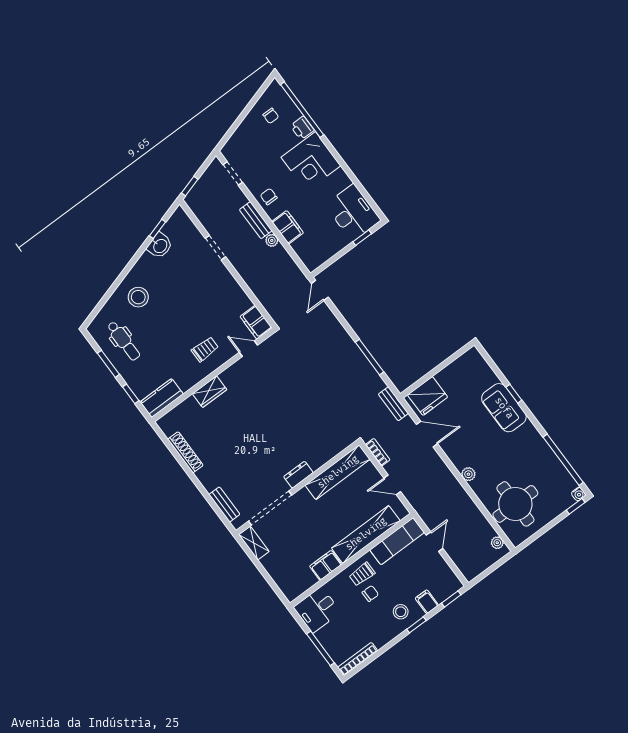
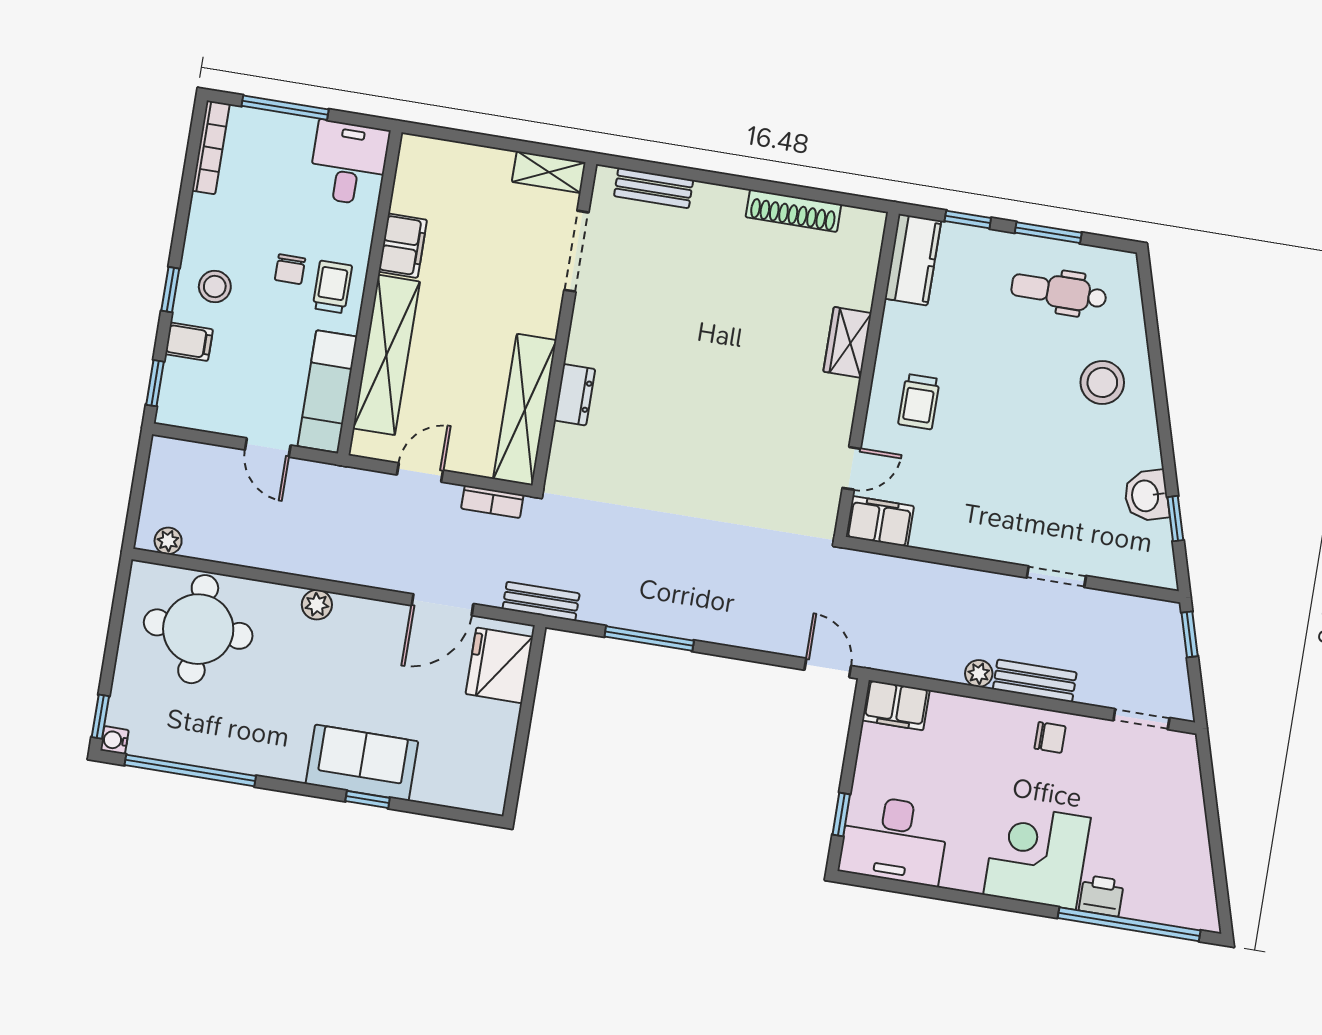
chair: (271, 116) -> (1169, 867), removed
filing cabinet: (288, 227) -> (896, 705), moved
dresser: (298, 475) -> (575, 395), moved
doorway: (270, 508) -> (576, 251), width x0.73

